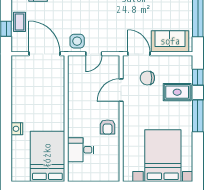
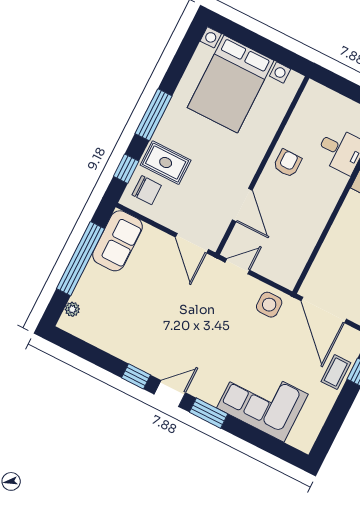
sofa: (170, 41) -> (117, 241), moved, turned -90
door: (94, 54) -> (237, 266), moved
chair: (147, 78) -> (147, 190), moved
door: (121, 90) -> (242, 205), hinge flipped

